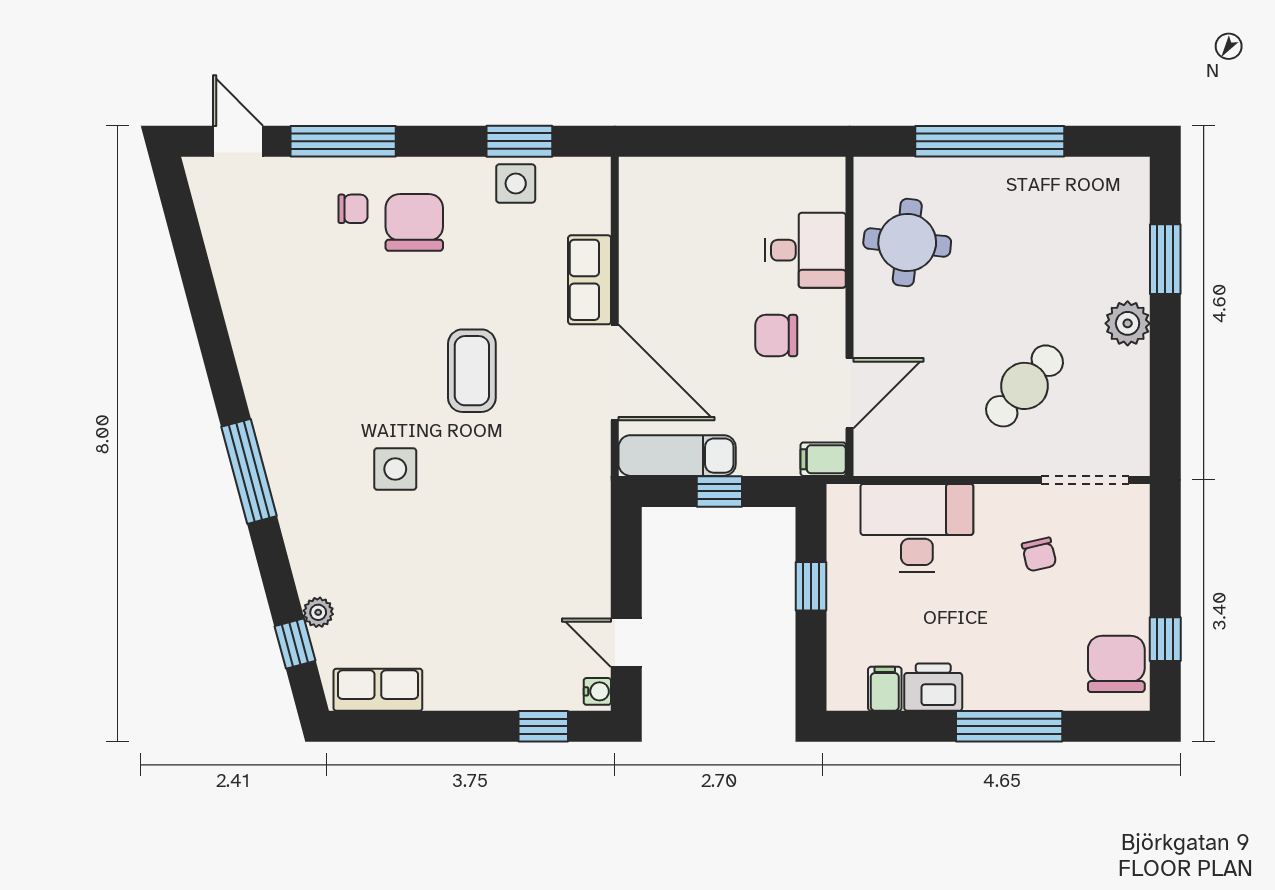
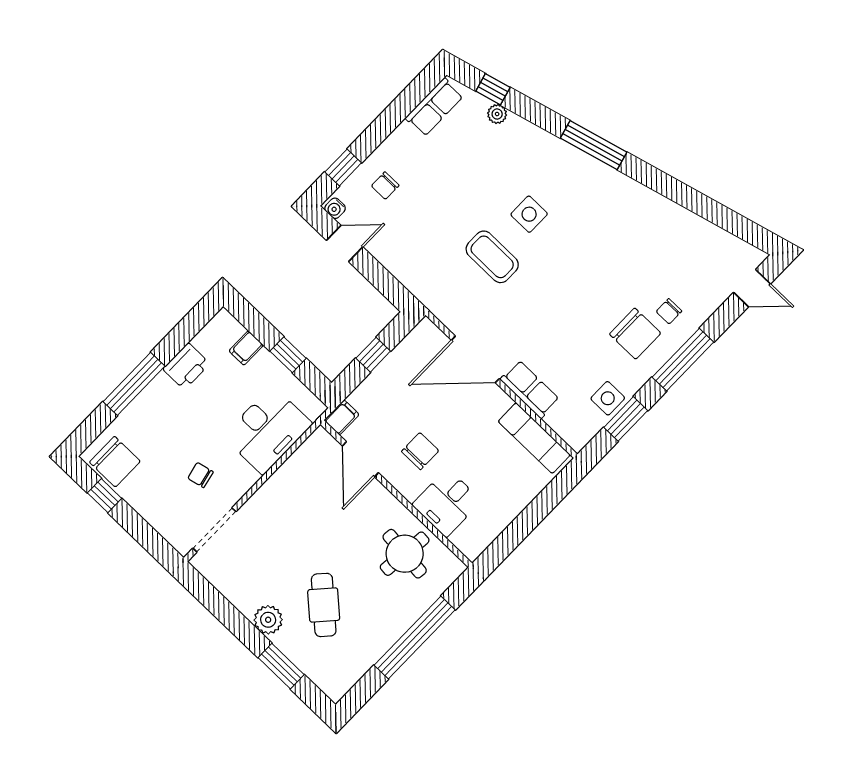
window: (343, 141) -> (683, 360), moved
coffee table: (472, 371) -> (492, 257), moved
cafe table: (1025, 386) -> (324, 605), moved
exam couch: (677, 456) -> (534, 438), moved, turned 90
chair: (518, 660) -> (385, 186), added
filing cabinet: (885, 689) -> (246, 348), moved, turned 90

